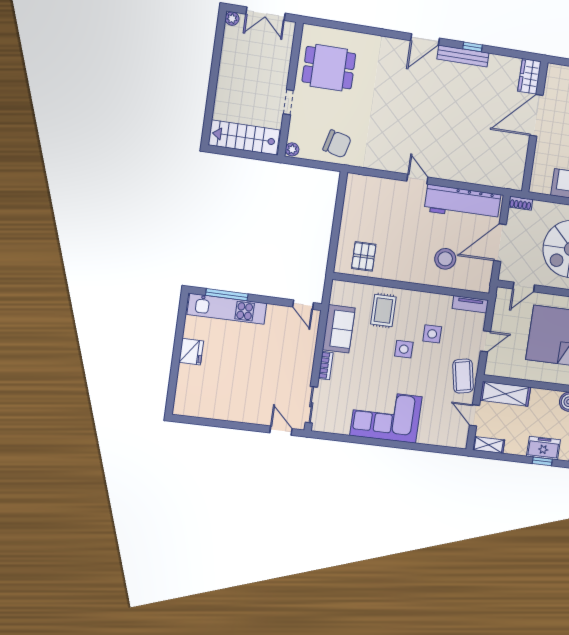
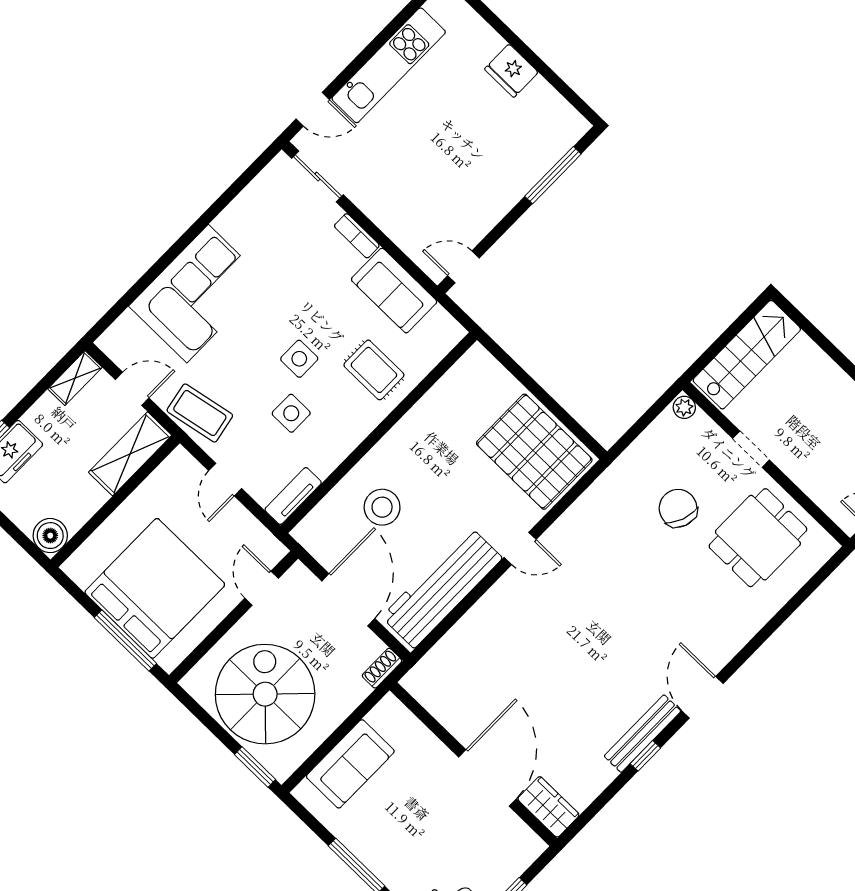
chair: (337, 144) -> (678, 508), moved, turned 96
pallet: (364, 256) -> (534, 452), moved, width x2.05, depth x2.00
kitchen unit: (227, 309) -> (389, 65), moved, turned 180
corner sofa: (386, 416) -> (198, 294), moved

